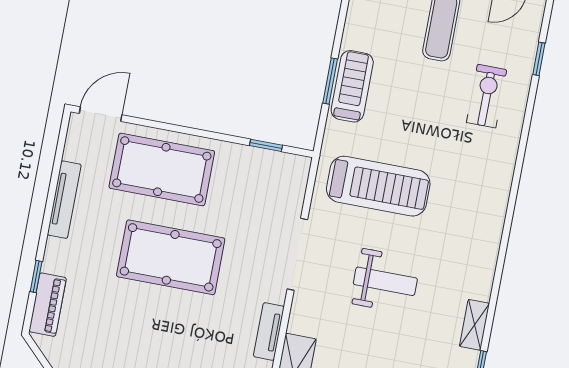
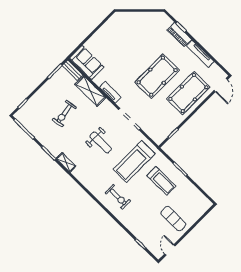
treadmill: (352, 86) -> (161, 181), moved
exercise bike: (487, 96) -> (118, 197), moved
weight bench: (385, 281) -> (101, 142), turned -90
piano: (48, 305) -> (179, 35), moved

